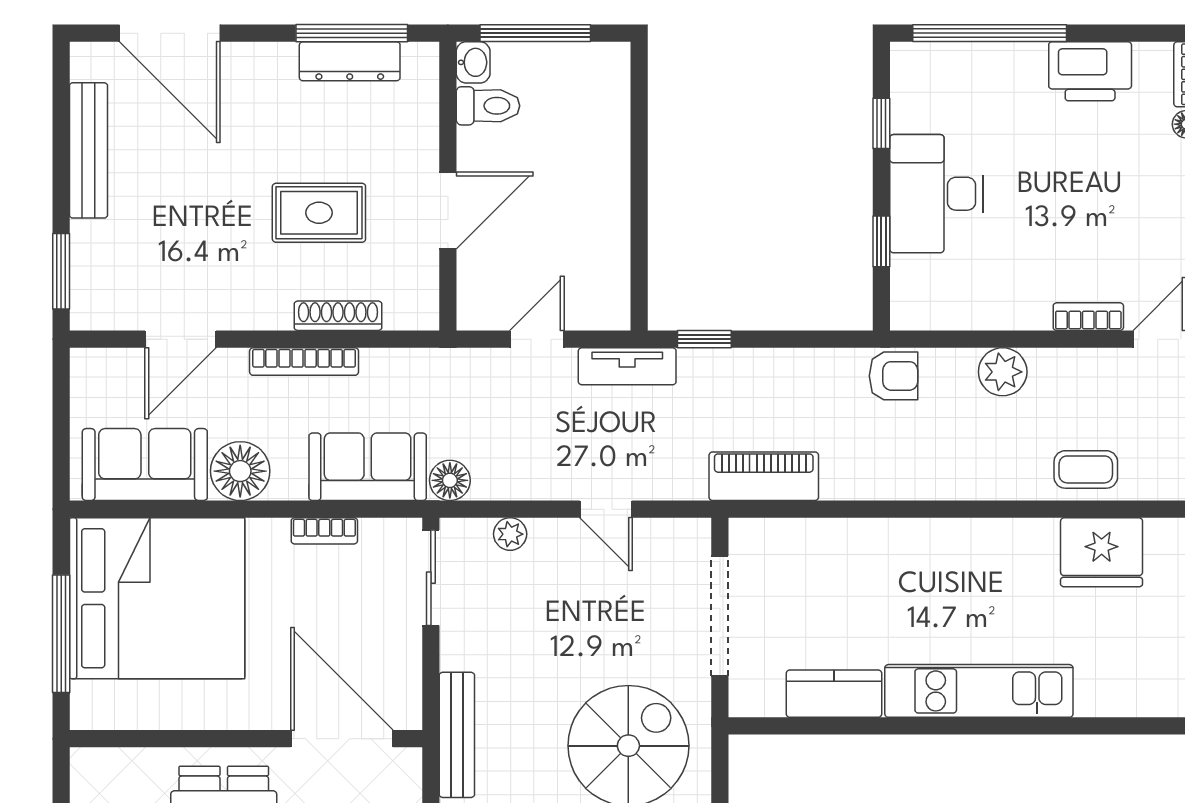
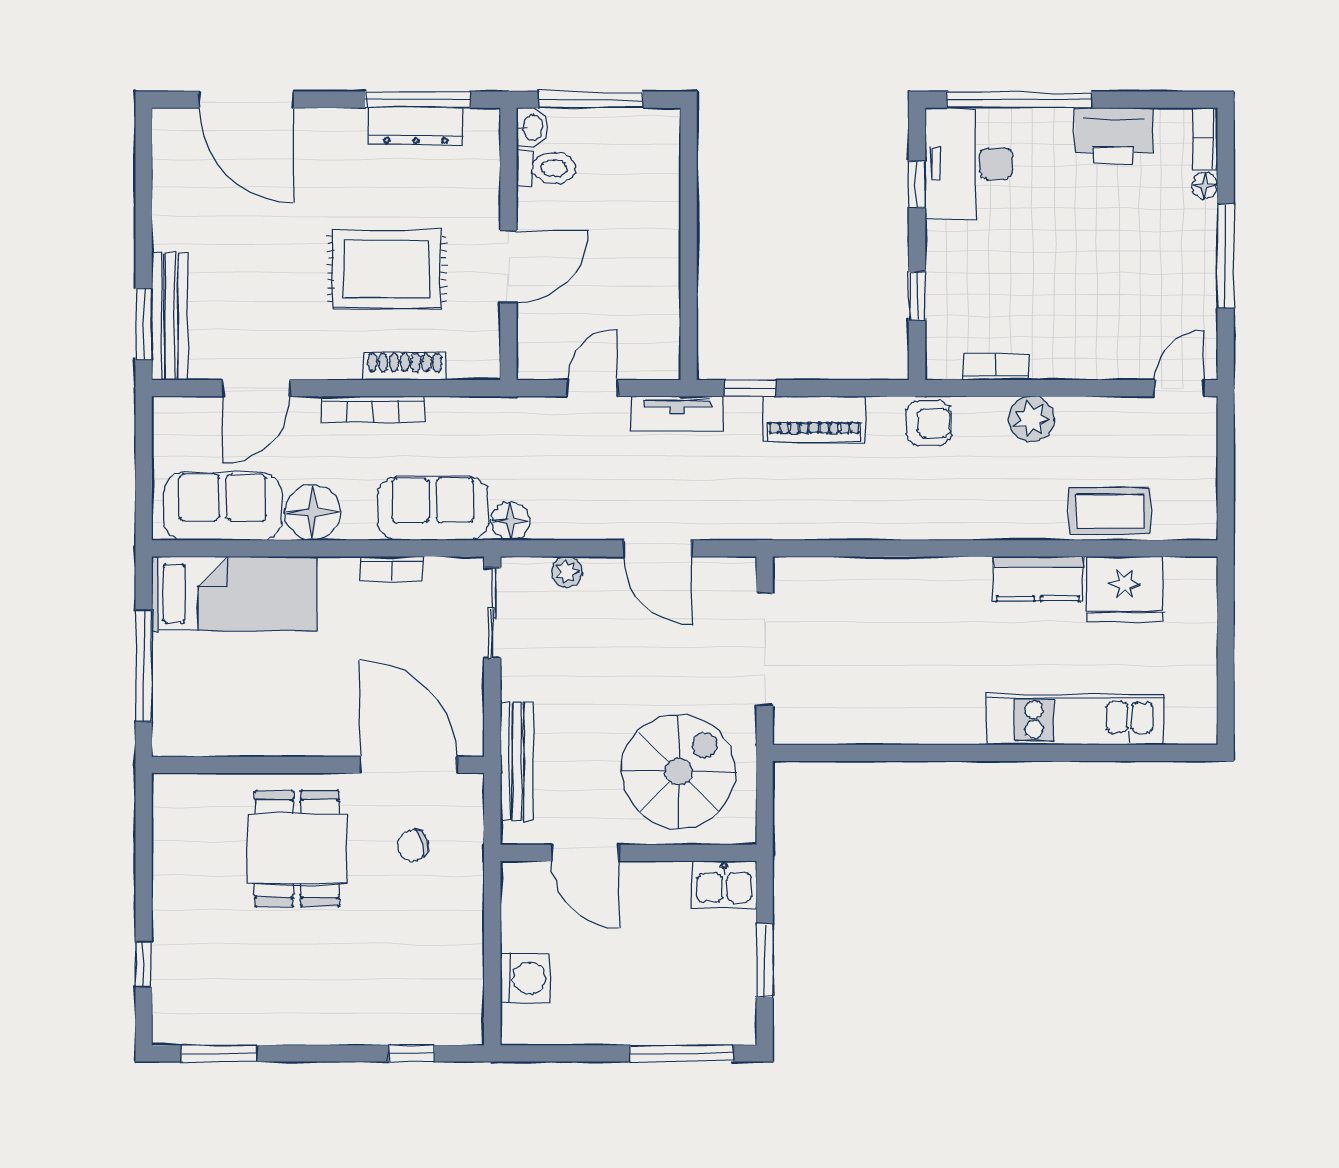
bench: (88, 150) -> (170, 316), moved
desk: (936, 194) -> (969, 163), moved
rug: (319, 213) -> (387, 269), width x1.36, depth x1.43
bookcase: (1088, 317) -> (996, 367), moved
coffee table: (1086, 469) -> (1110, 511), width x1.36, depth x1.30
piano: (764, 476) -> (814, 419), moved, turned 180
door: (606, 509) -> (657, 548), width x1.37
bed: (157, 598) -> (234, 594), width x0.49
kitchen unit: (979, 691) -> (1075, 720), moved
kitchen counter: (834, 694) -> (1038, 579), moved, turned 180

